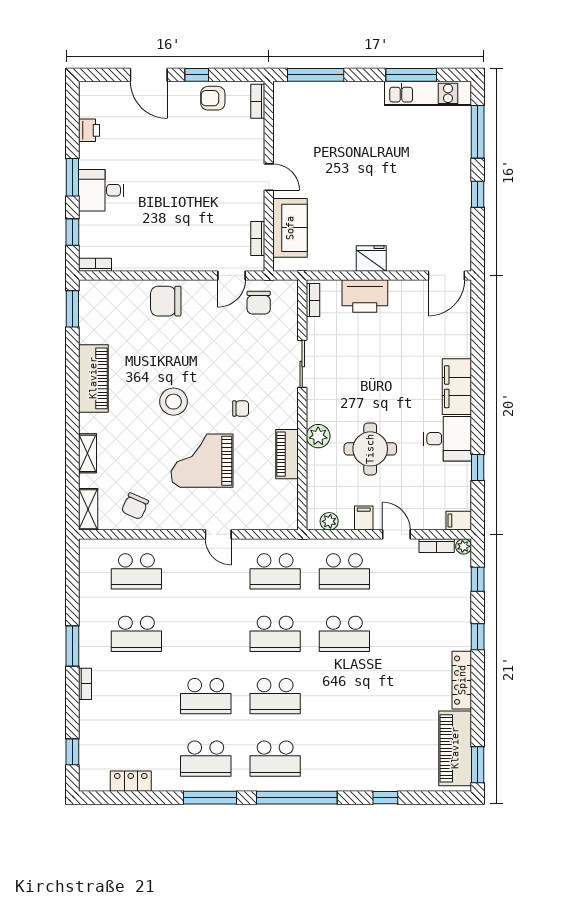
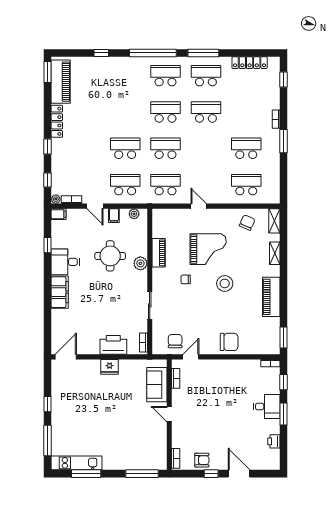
locker: (131, 781) -> (250, 63), width x1.53

